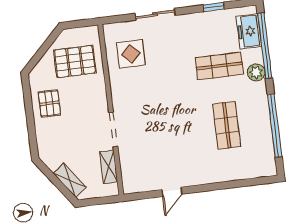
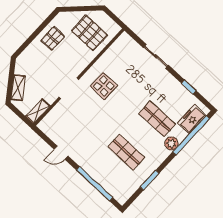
display table: (131, 54) -> (104, 86), moved
shop shelf: (227, 125) -> (126, 152), turned 90
window: (275, 125) -> (150, 180), width x0.47
shelving: (109, 167) -> (38, 111), moved
window: (232, 184) -> (94, 184), added

